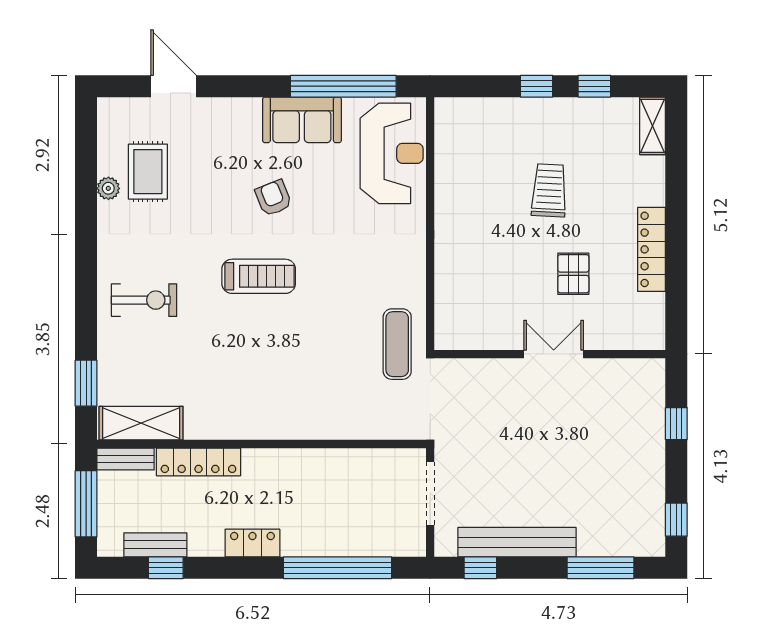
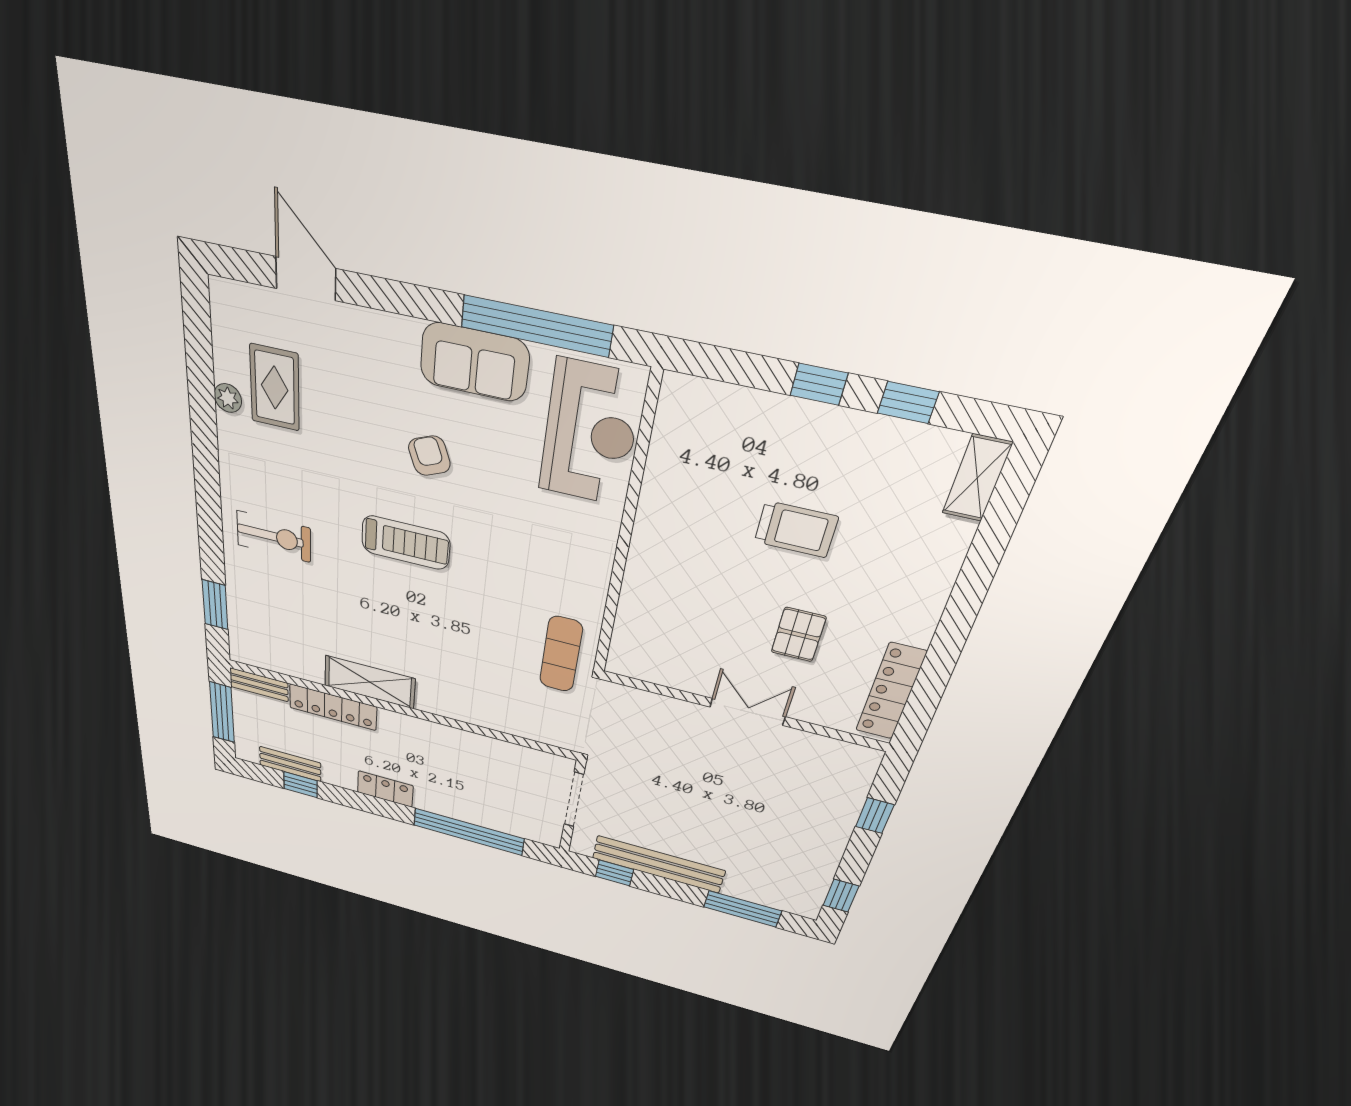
trolley: (549, 190) -> (796, 529), turned 87
locker: (652, 249) -> (891, 691), moved
shelving: (141, 423) -> (370, 682), moved

